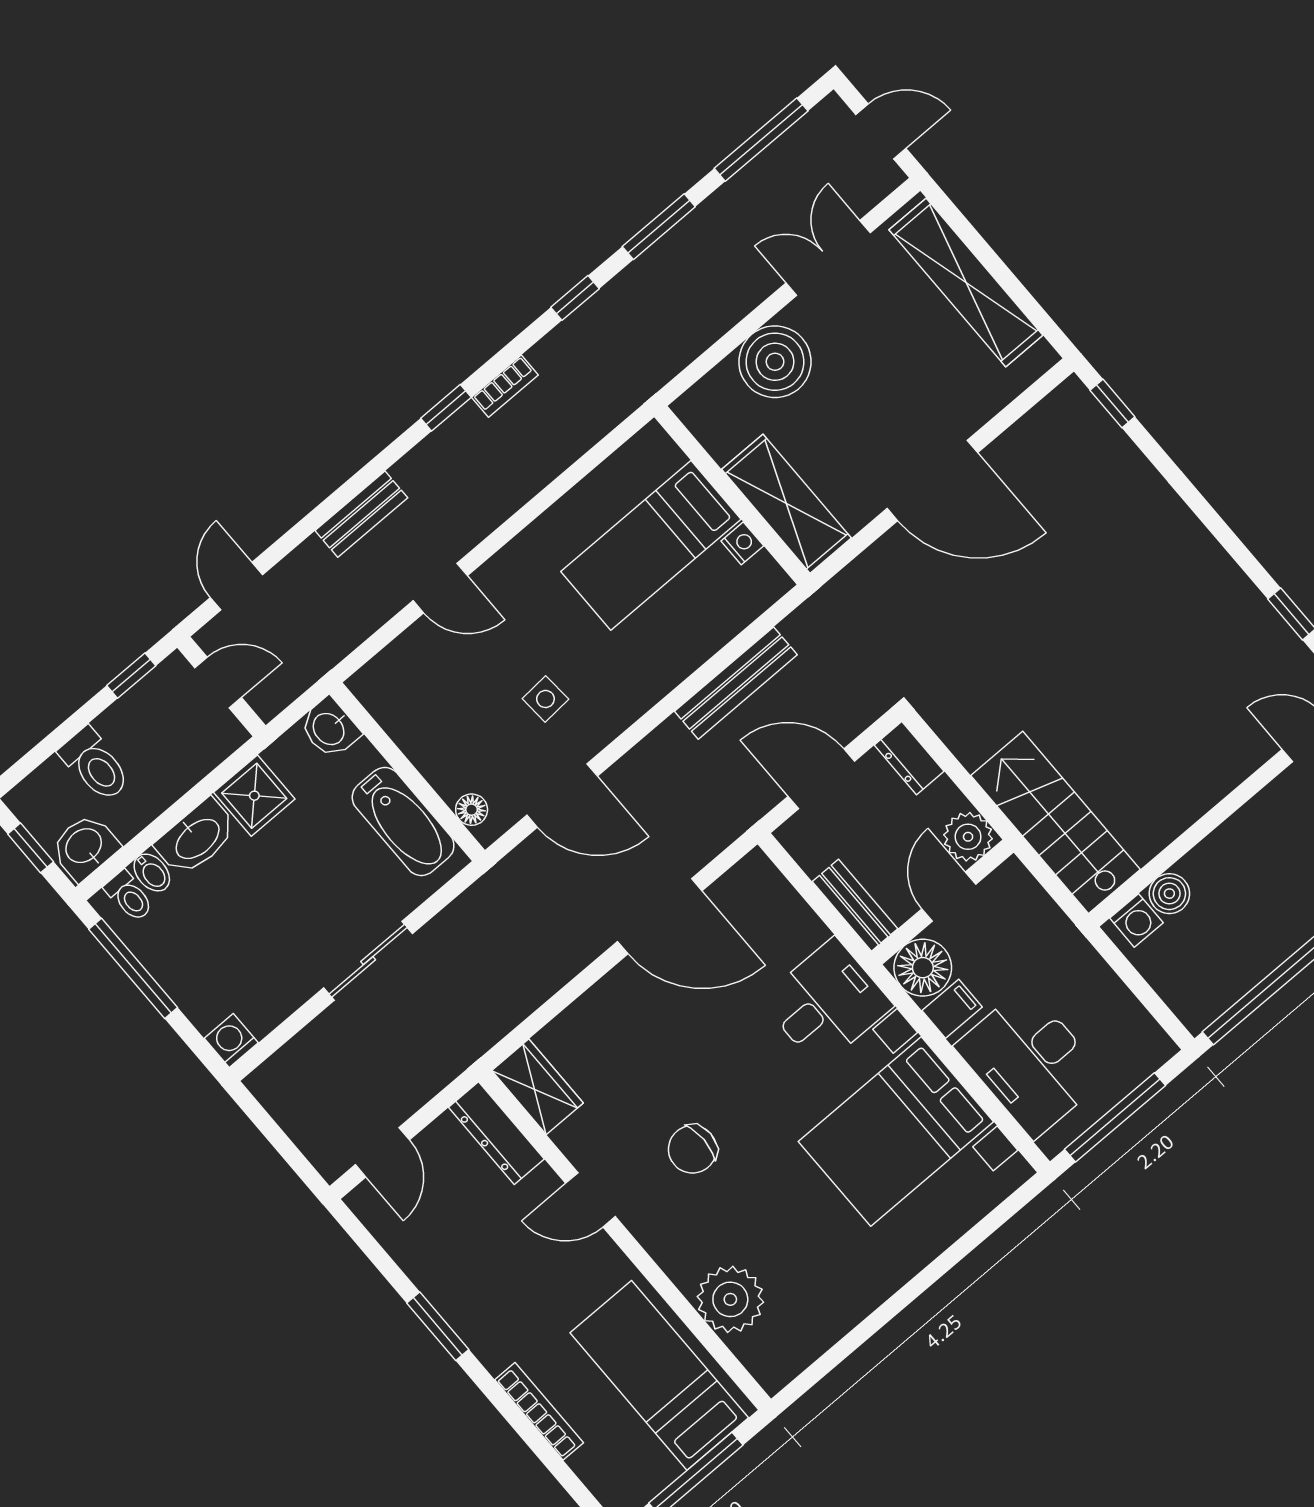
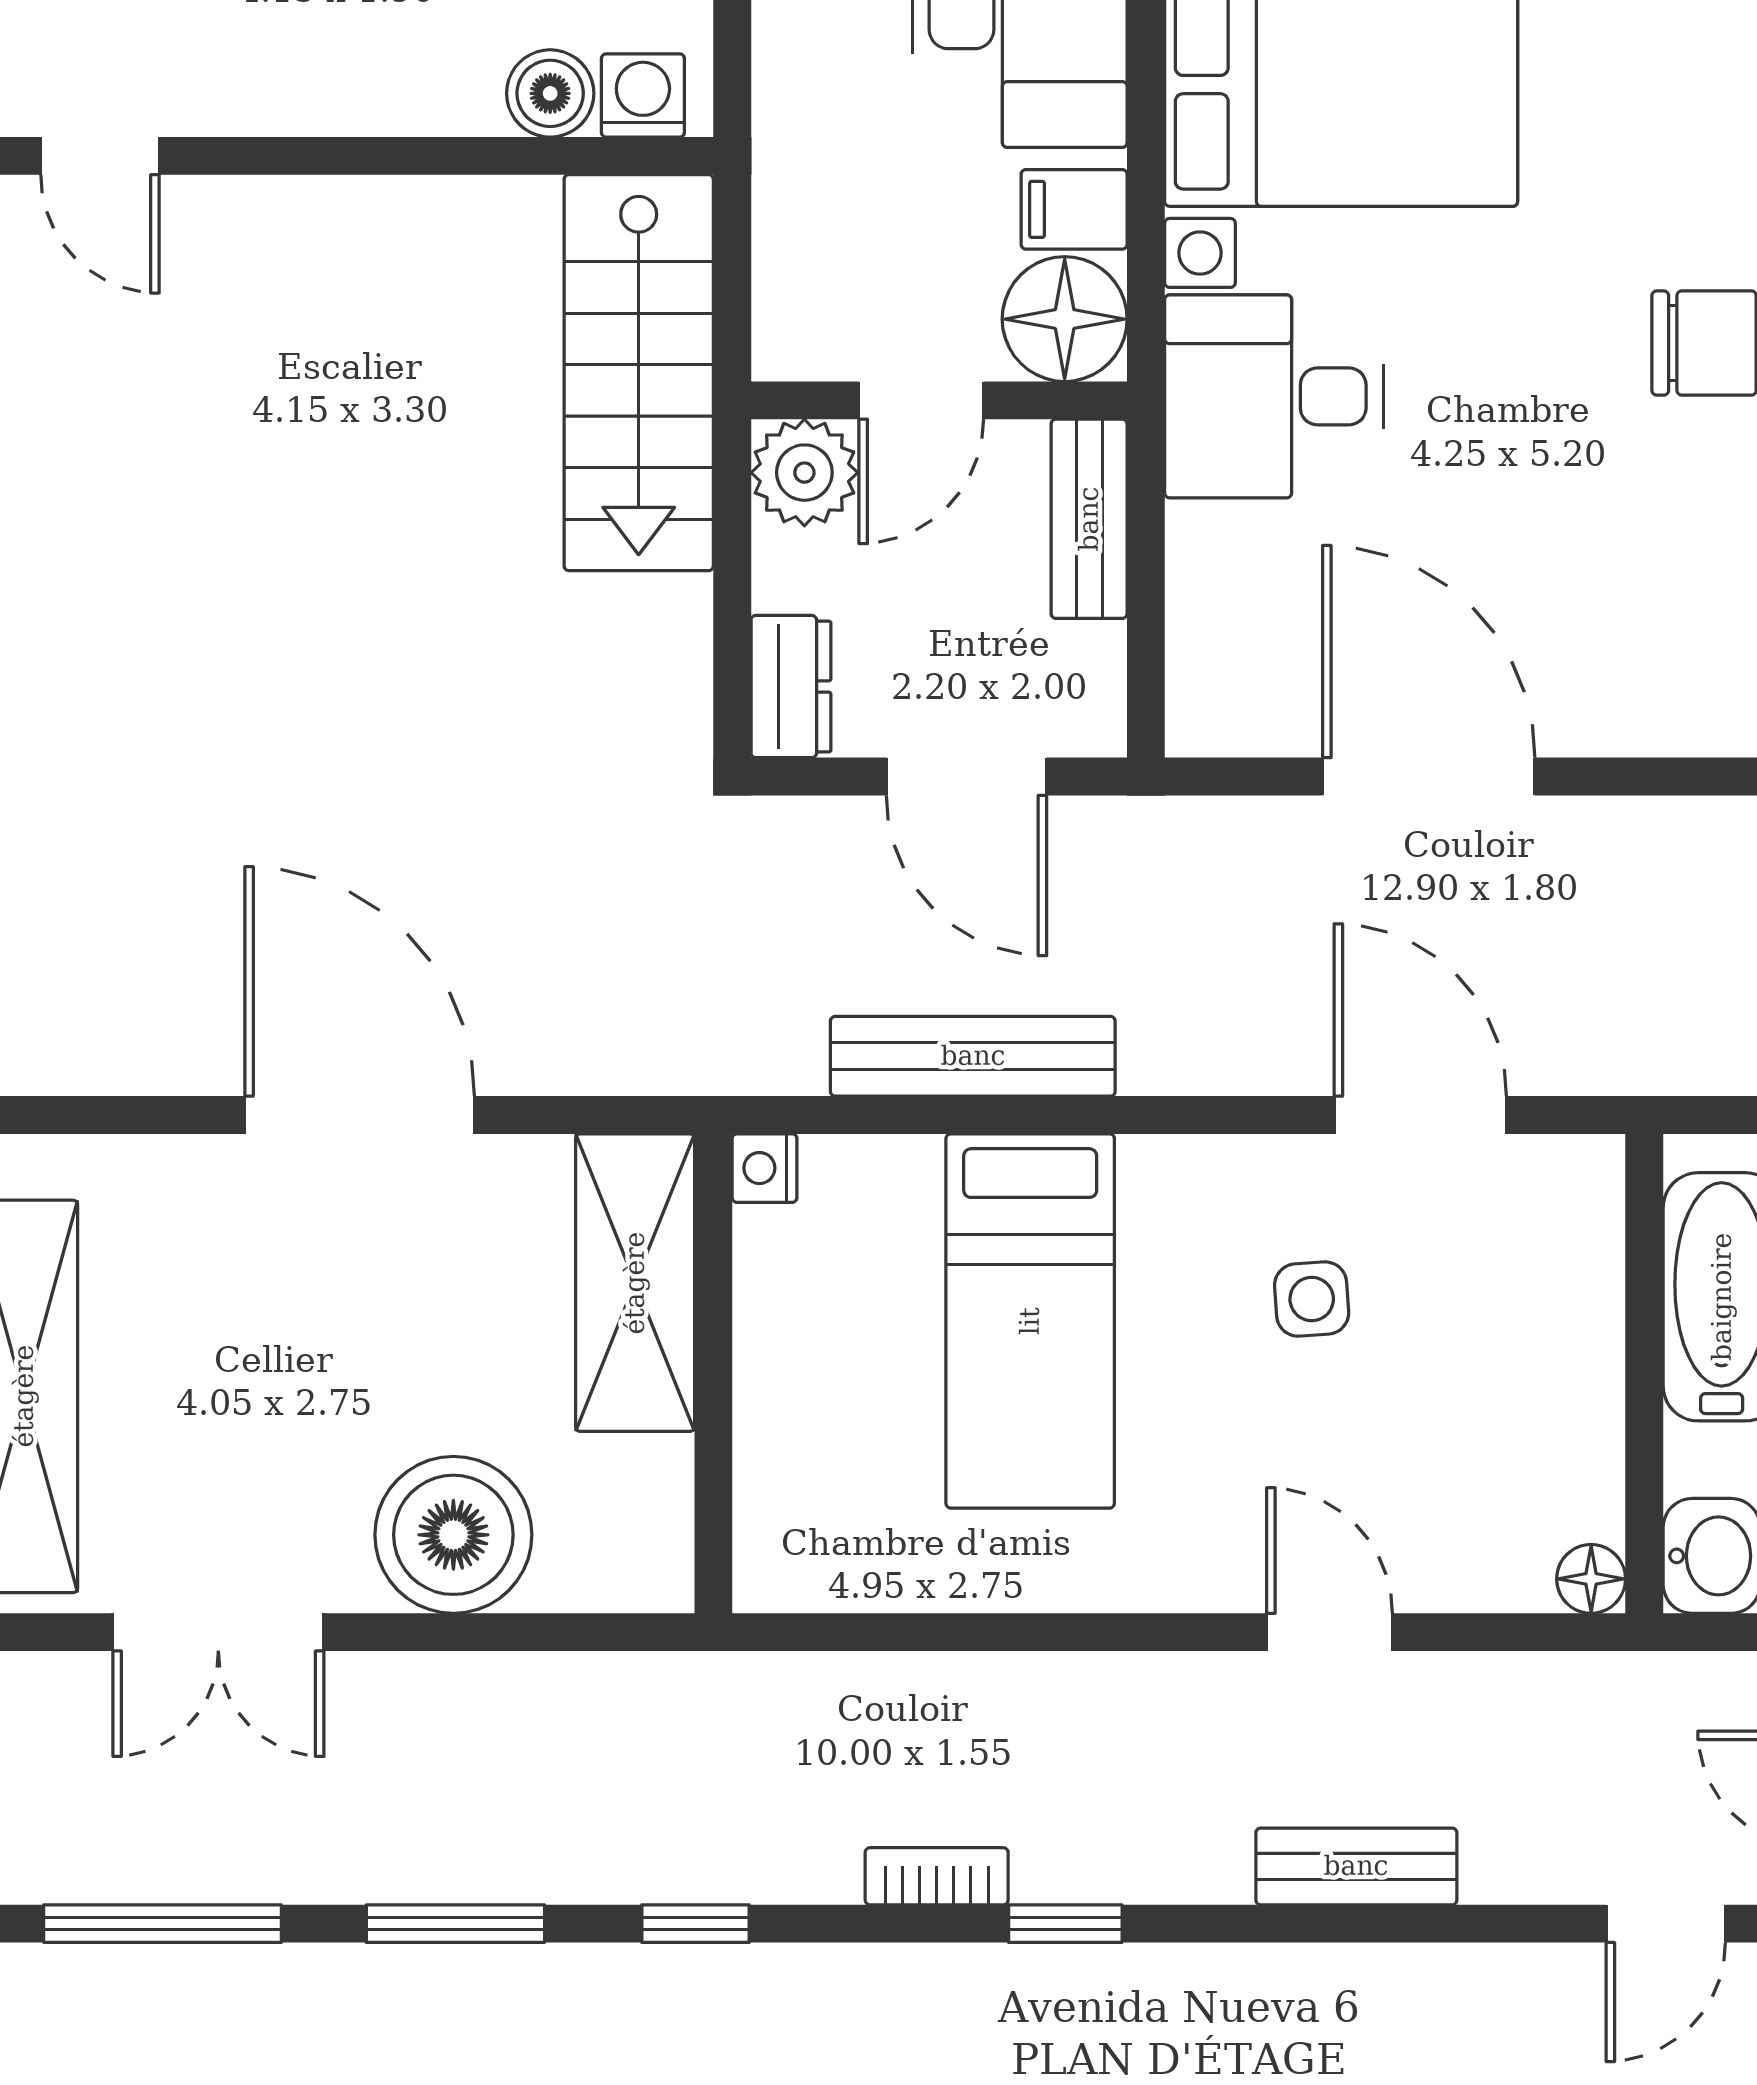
nightstand: (742, 543) -> (765, 1168), moved
bed: (651, 545) -> (1030, 1321), moved, turned 90
floor lamp: (472, 810) -> (1591, 1579), moved

